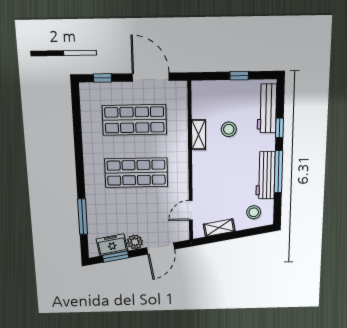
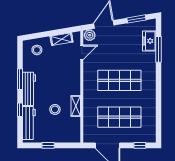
window: (278, 172) -> (20, 79), width x0.69
workbench: (265, 175) -> (29, 89), moved
plant: (135, 242) -> (90, 35), moved
freezer: (112, 245) -> (149, 41), moved, turned 100

